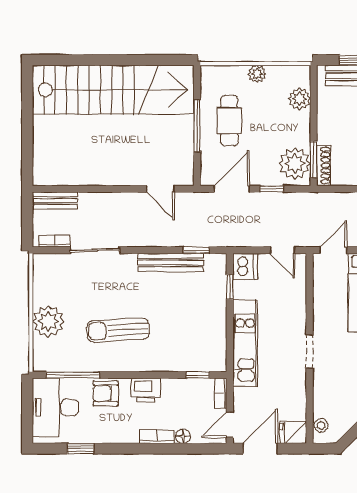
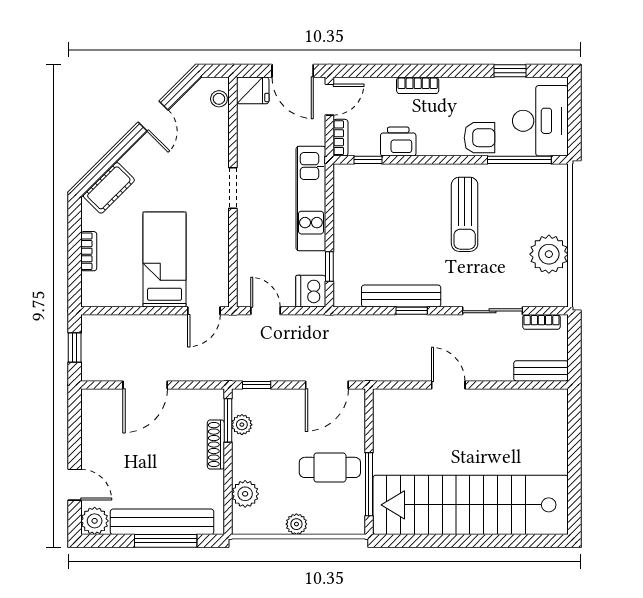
cafe table: (229, 121) -> (330, 467), turned 90
window: (197, 126) -> (369, 484), moved
plant: (295, 163) -> (242, 425), width x0.53, depth x0.53
shoe rack: (324, 165) -> (216, 445), moved
door: (160, 189) -> (448, 385), moved
window: (272, 189) -> (257, 385), moved
window: (196, 250) -> (412, 311), moved
plant: (48, 321) -> (549, 254), moved
sun lounger: (118, 330) -> (465, 214), turned 93
printer: (146, 390) -> (398, 142), moved
floor lamp: (183, 436) -> (386, 86), removed
door: (260, 449) -> (293, 71), hinge flipped

